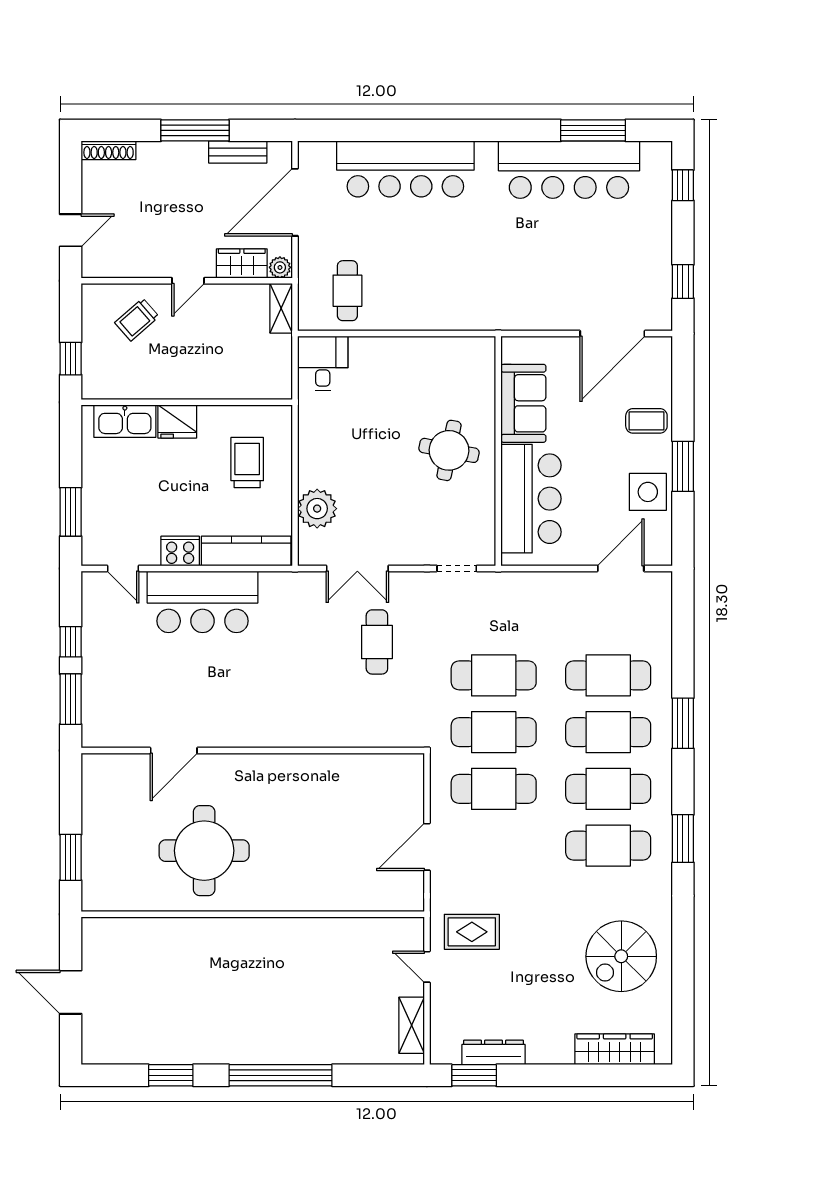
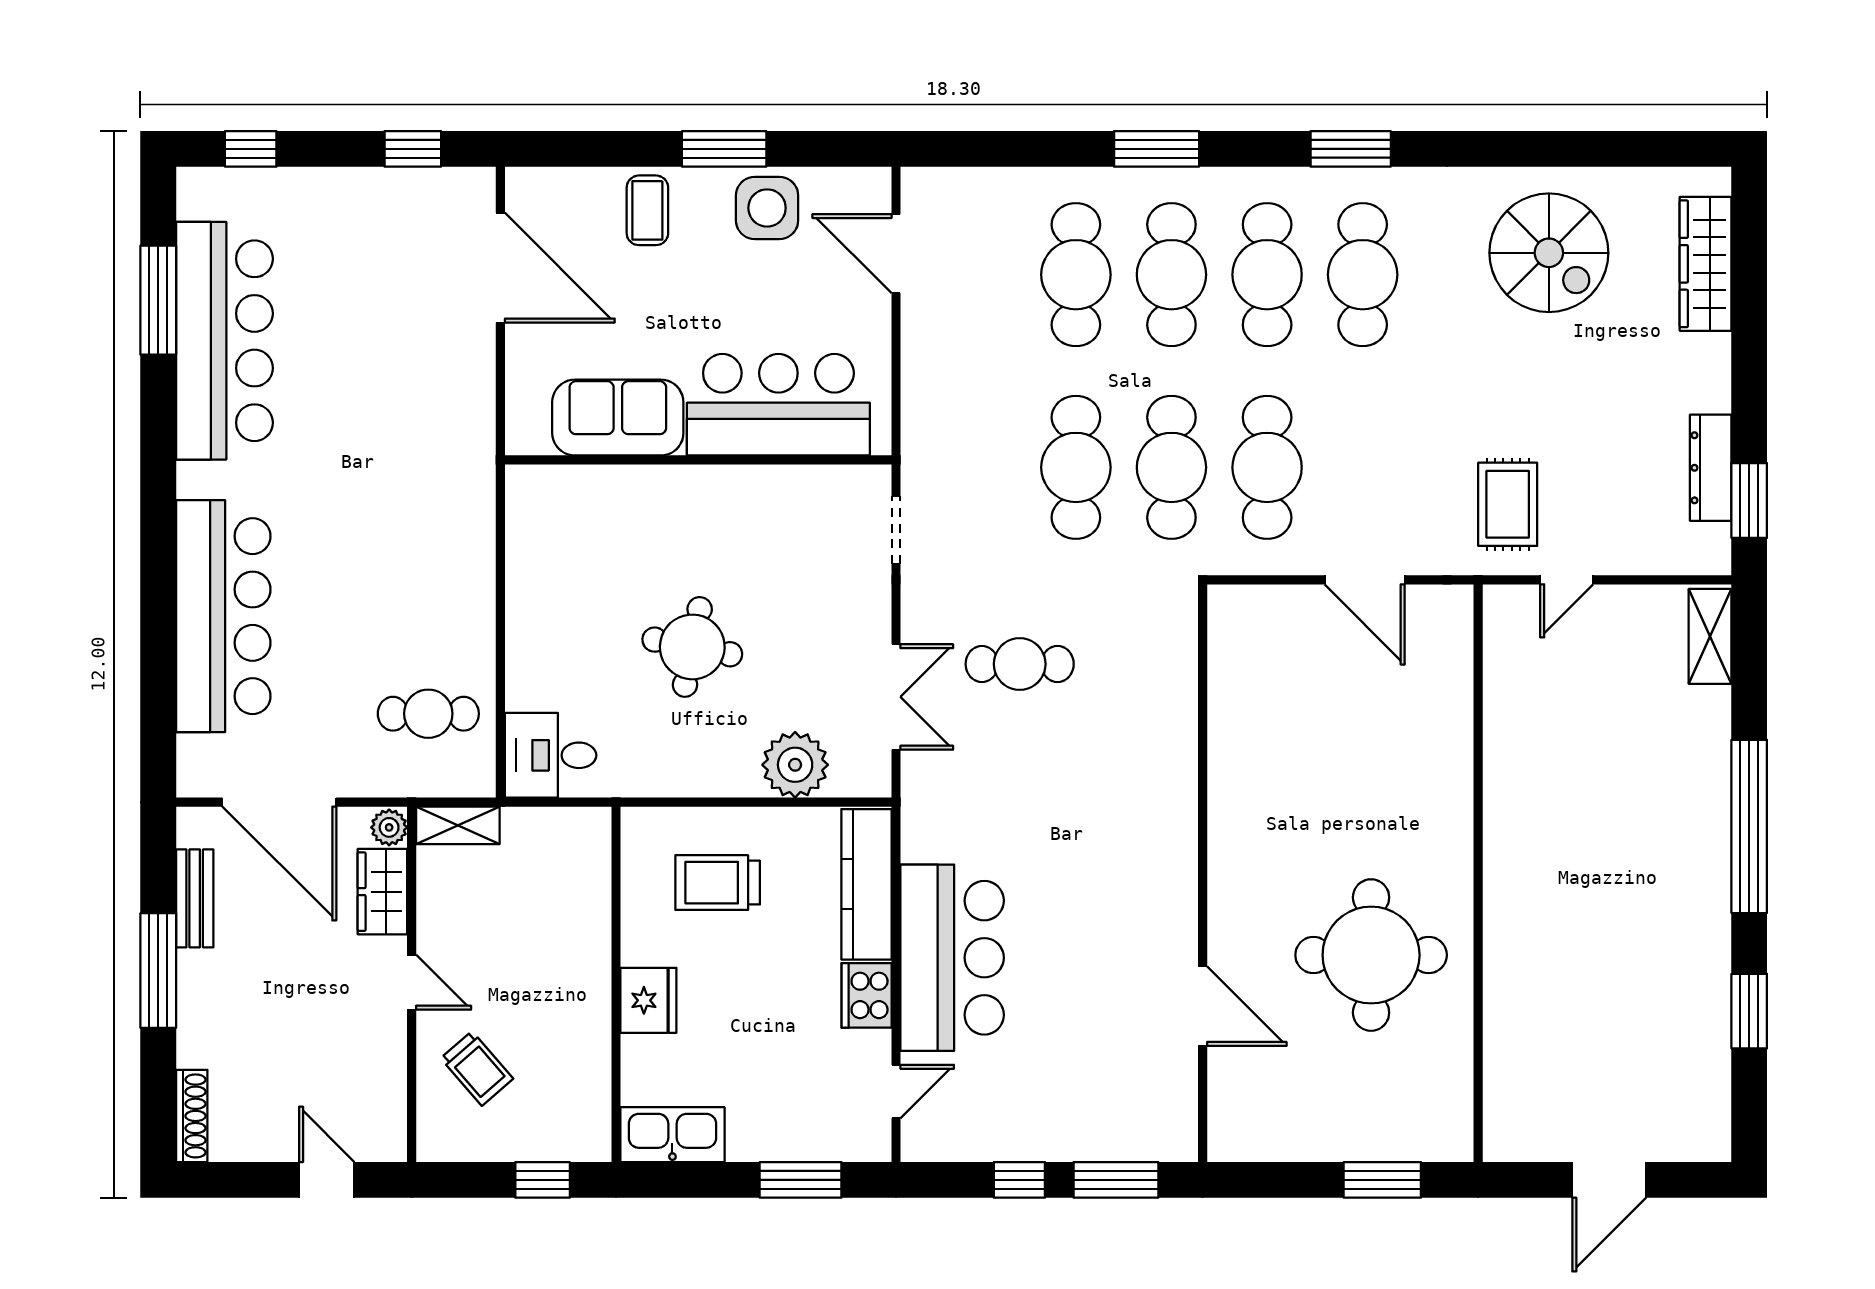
kitchen sink: (125, 421) -> (672, 1135), moved, turned -90
round table: (449, 450) -> (692, 647), moved
shelving: (412, 1025) -> (1710, 636), moved, turned 90

